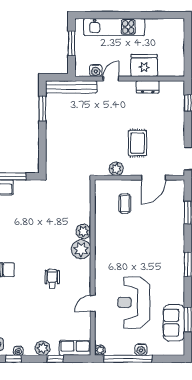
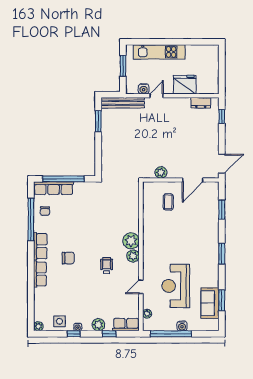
dresser: (148, 87) -> (201, 103), moved
rug: (137, 143) -> (179, 151), removed
plant: (83, 231) -> (133, 256), moved
plant: (100, 350) -> (147, 314), moved

